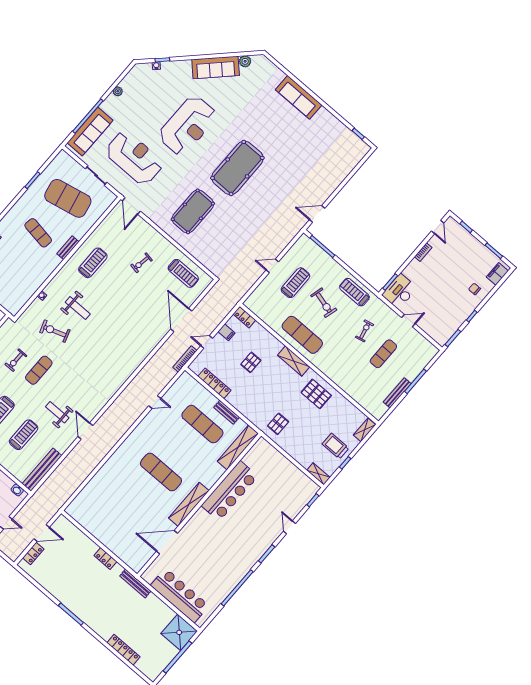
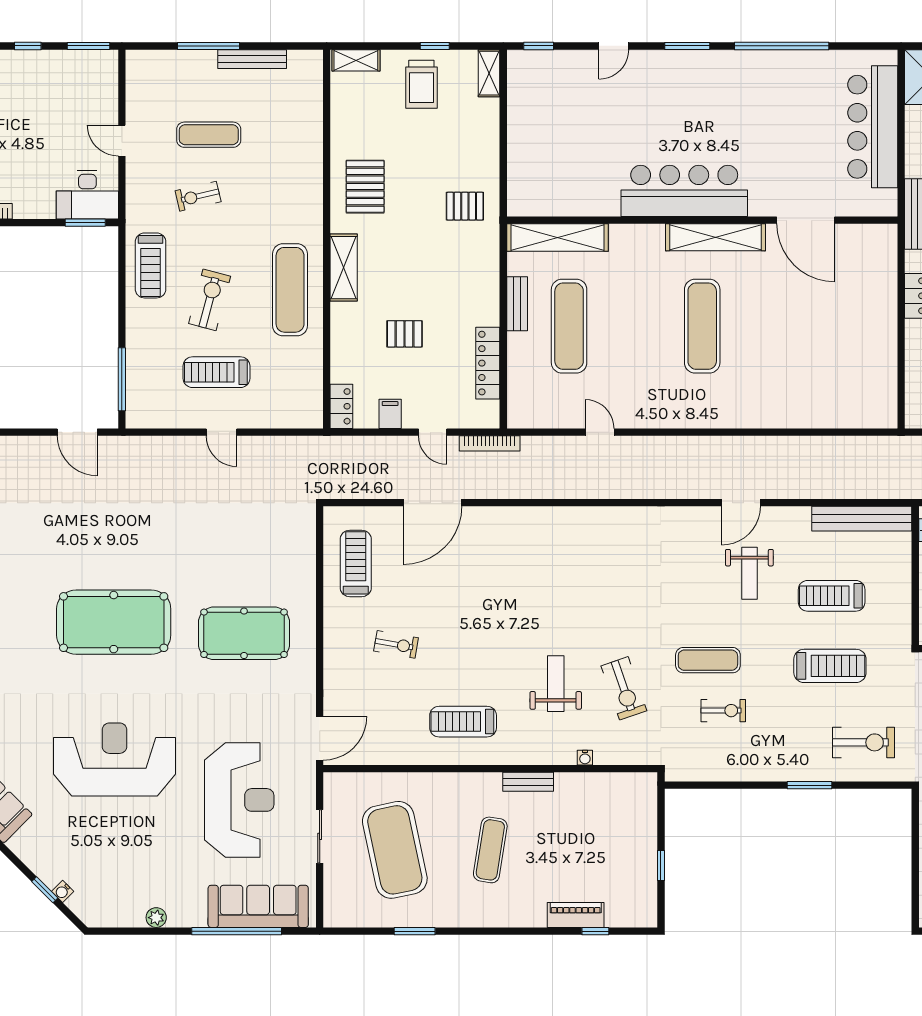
reception desk: (134, 158) -> (239, 800), turned 180
bench: (68, 248) -> (528, 782), moved
bar counter: (230, 491) -> (684, 191), moved

